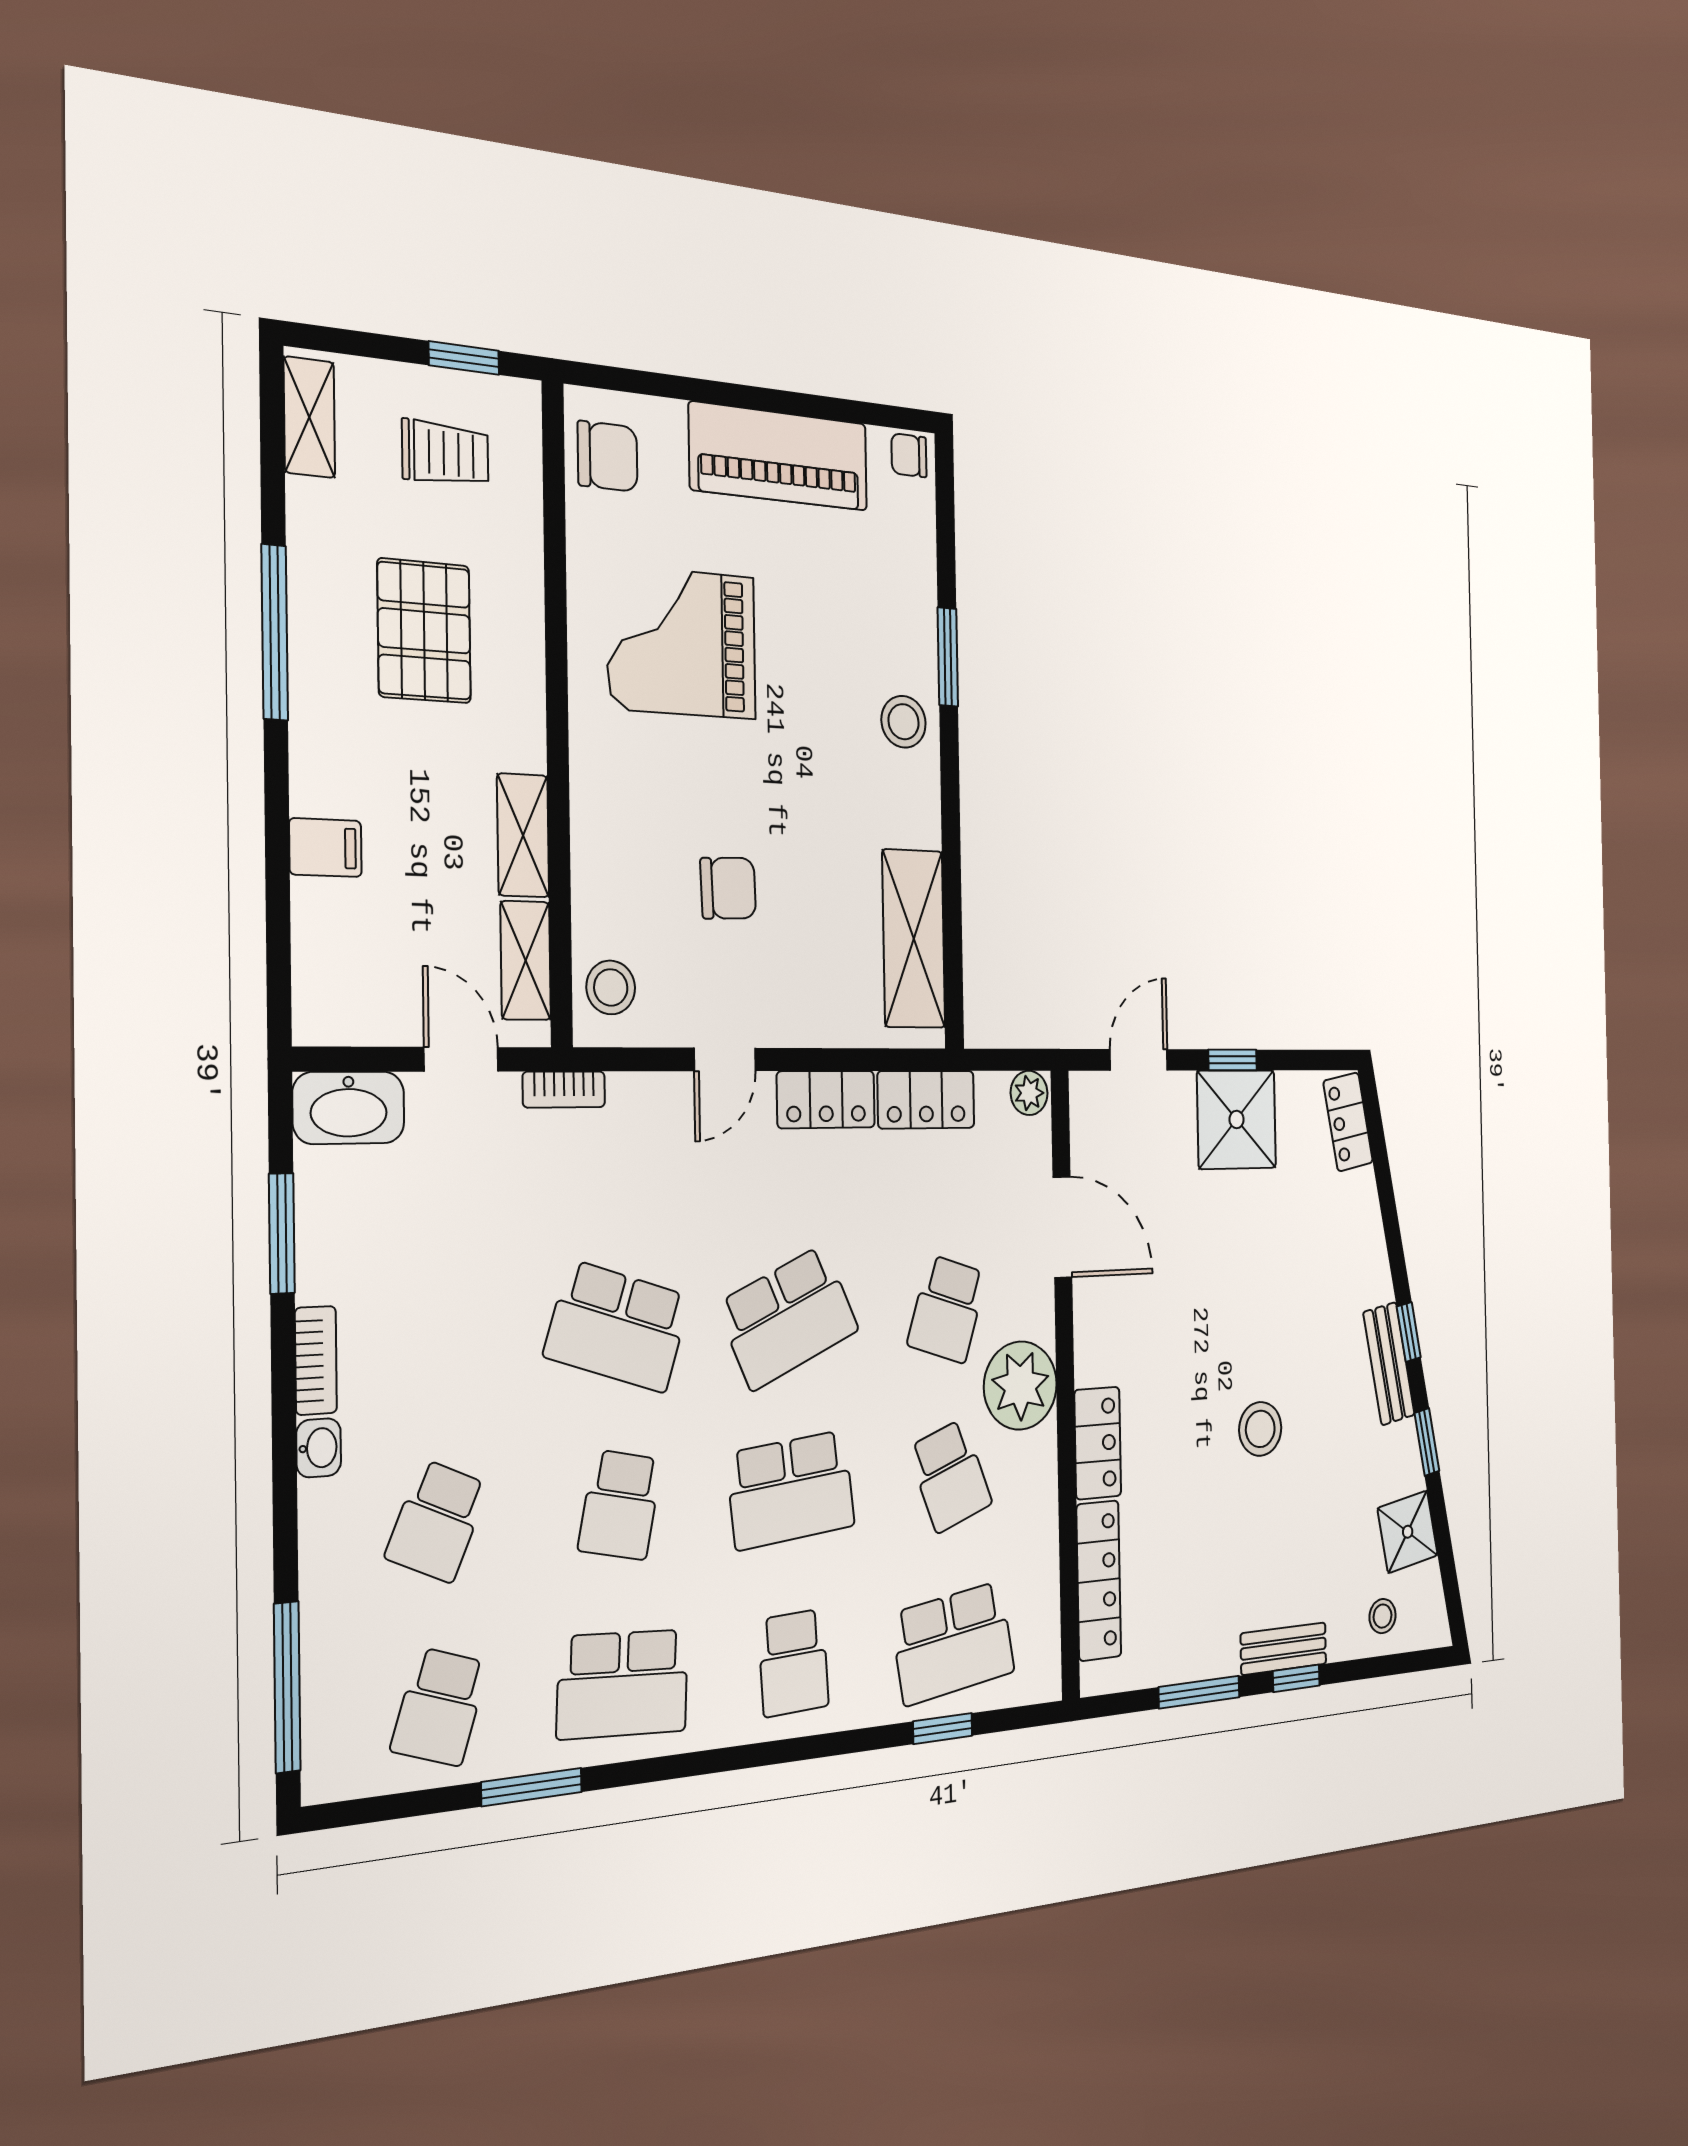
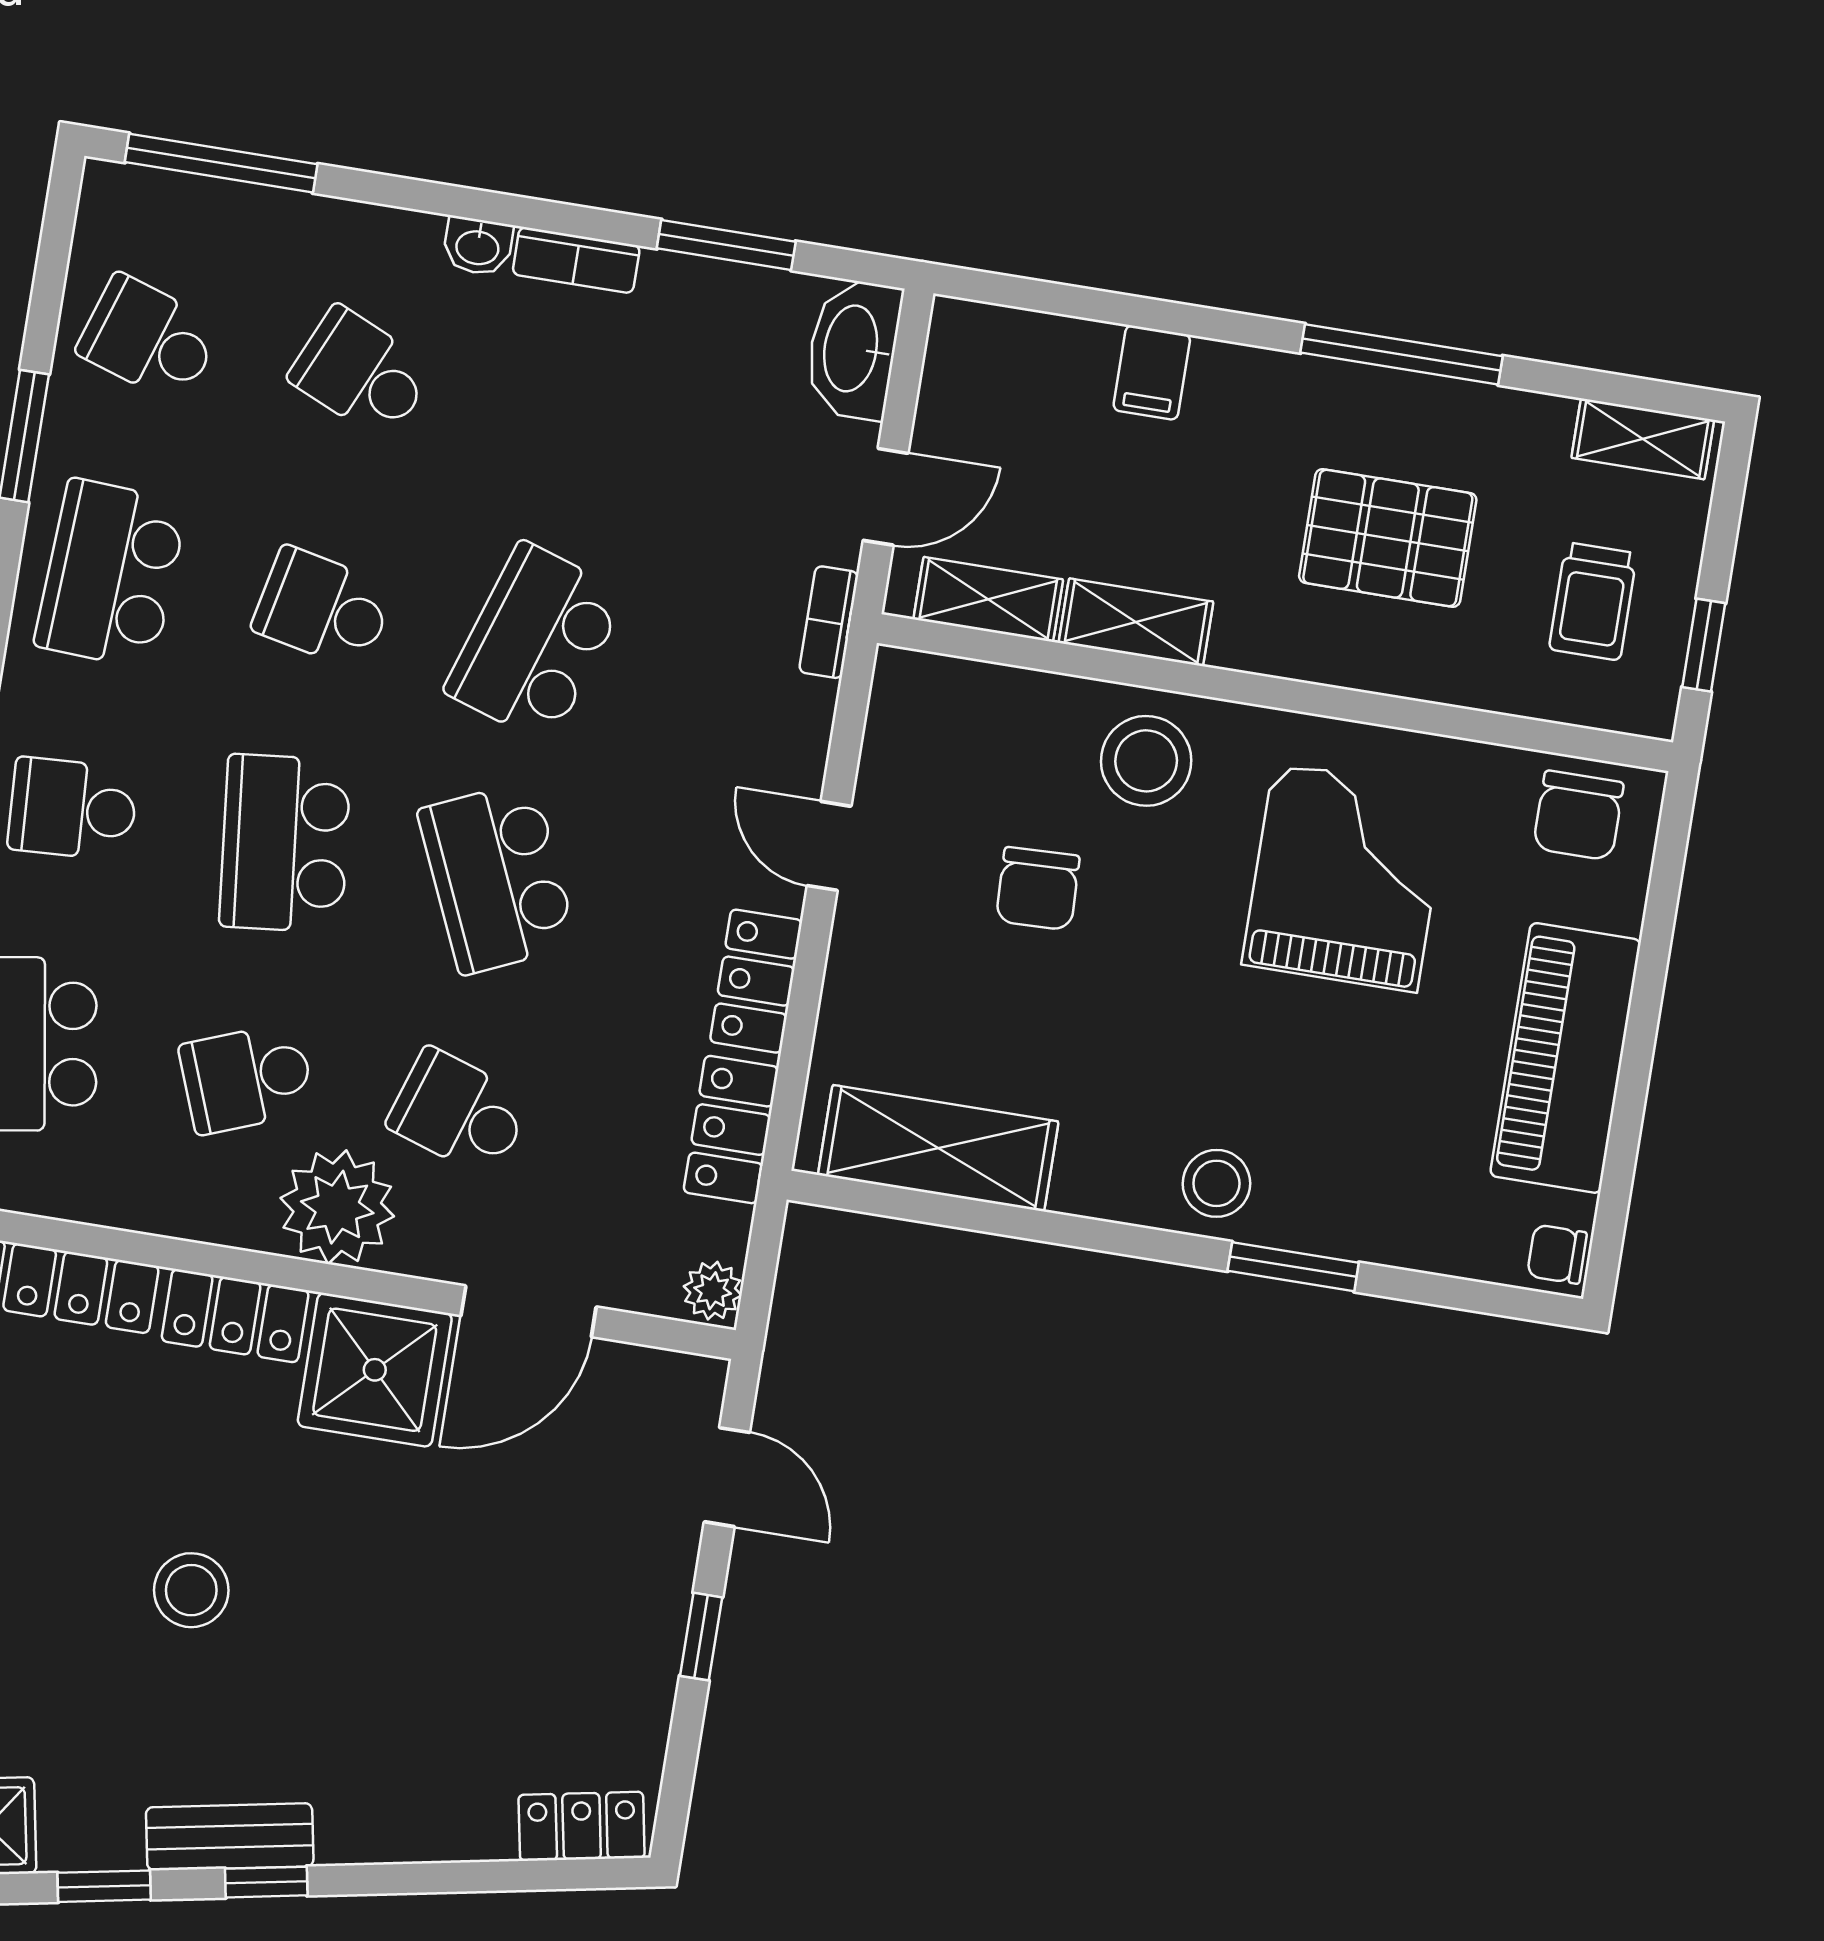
chair: (909, 455) -> (1557, 1254), turned -90
stool: (611, 987) -> (1146, 761), moved, width x1.38, depth x1.38
shower: (1237, 1119) -> (375, 1370), moved

